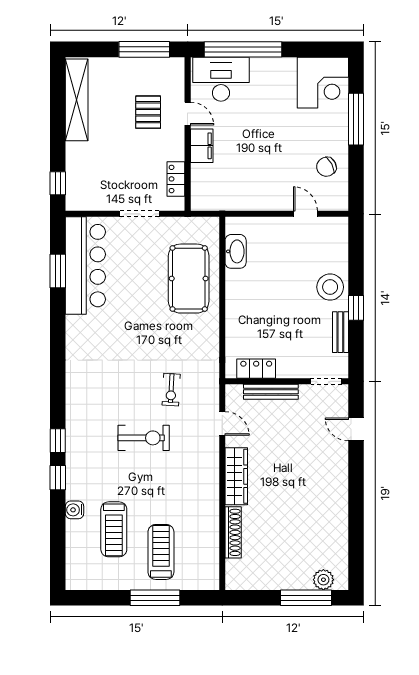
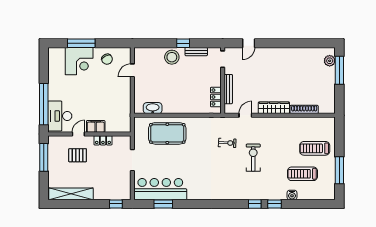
corner desk: (323, 83) -> (79, 61), moved, turned 90
locker: (176, 179) -> (103, 140), moved
treadmill: (114, 529) -> (302, 174), turned 180
window: (155, 598) -> (339, 170), moved

